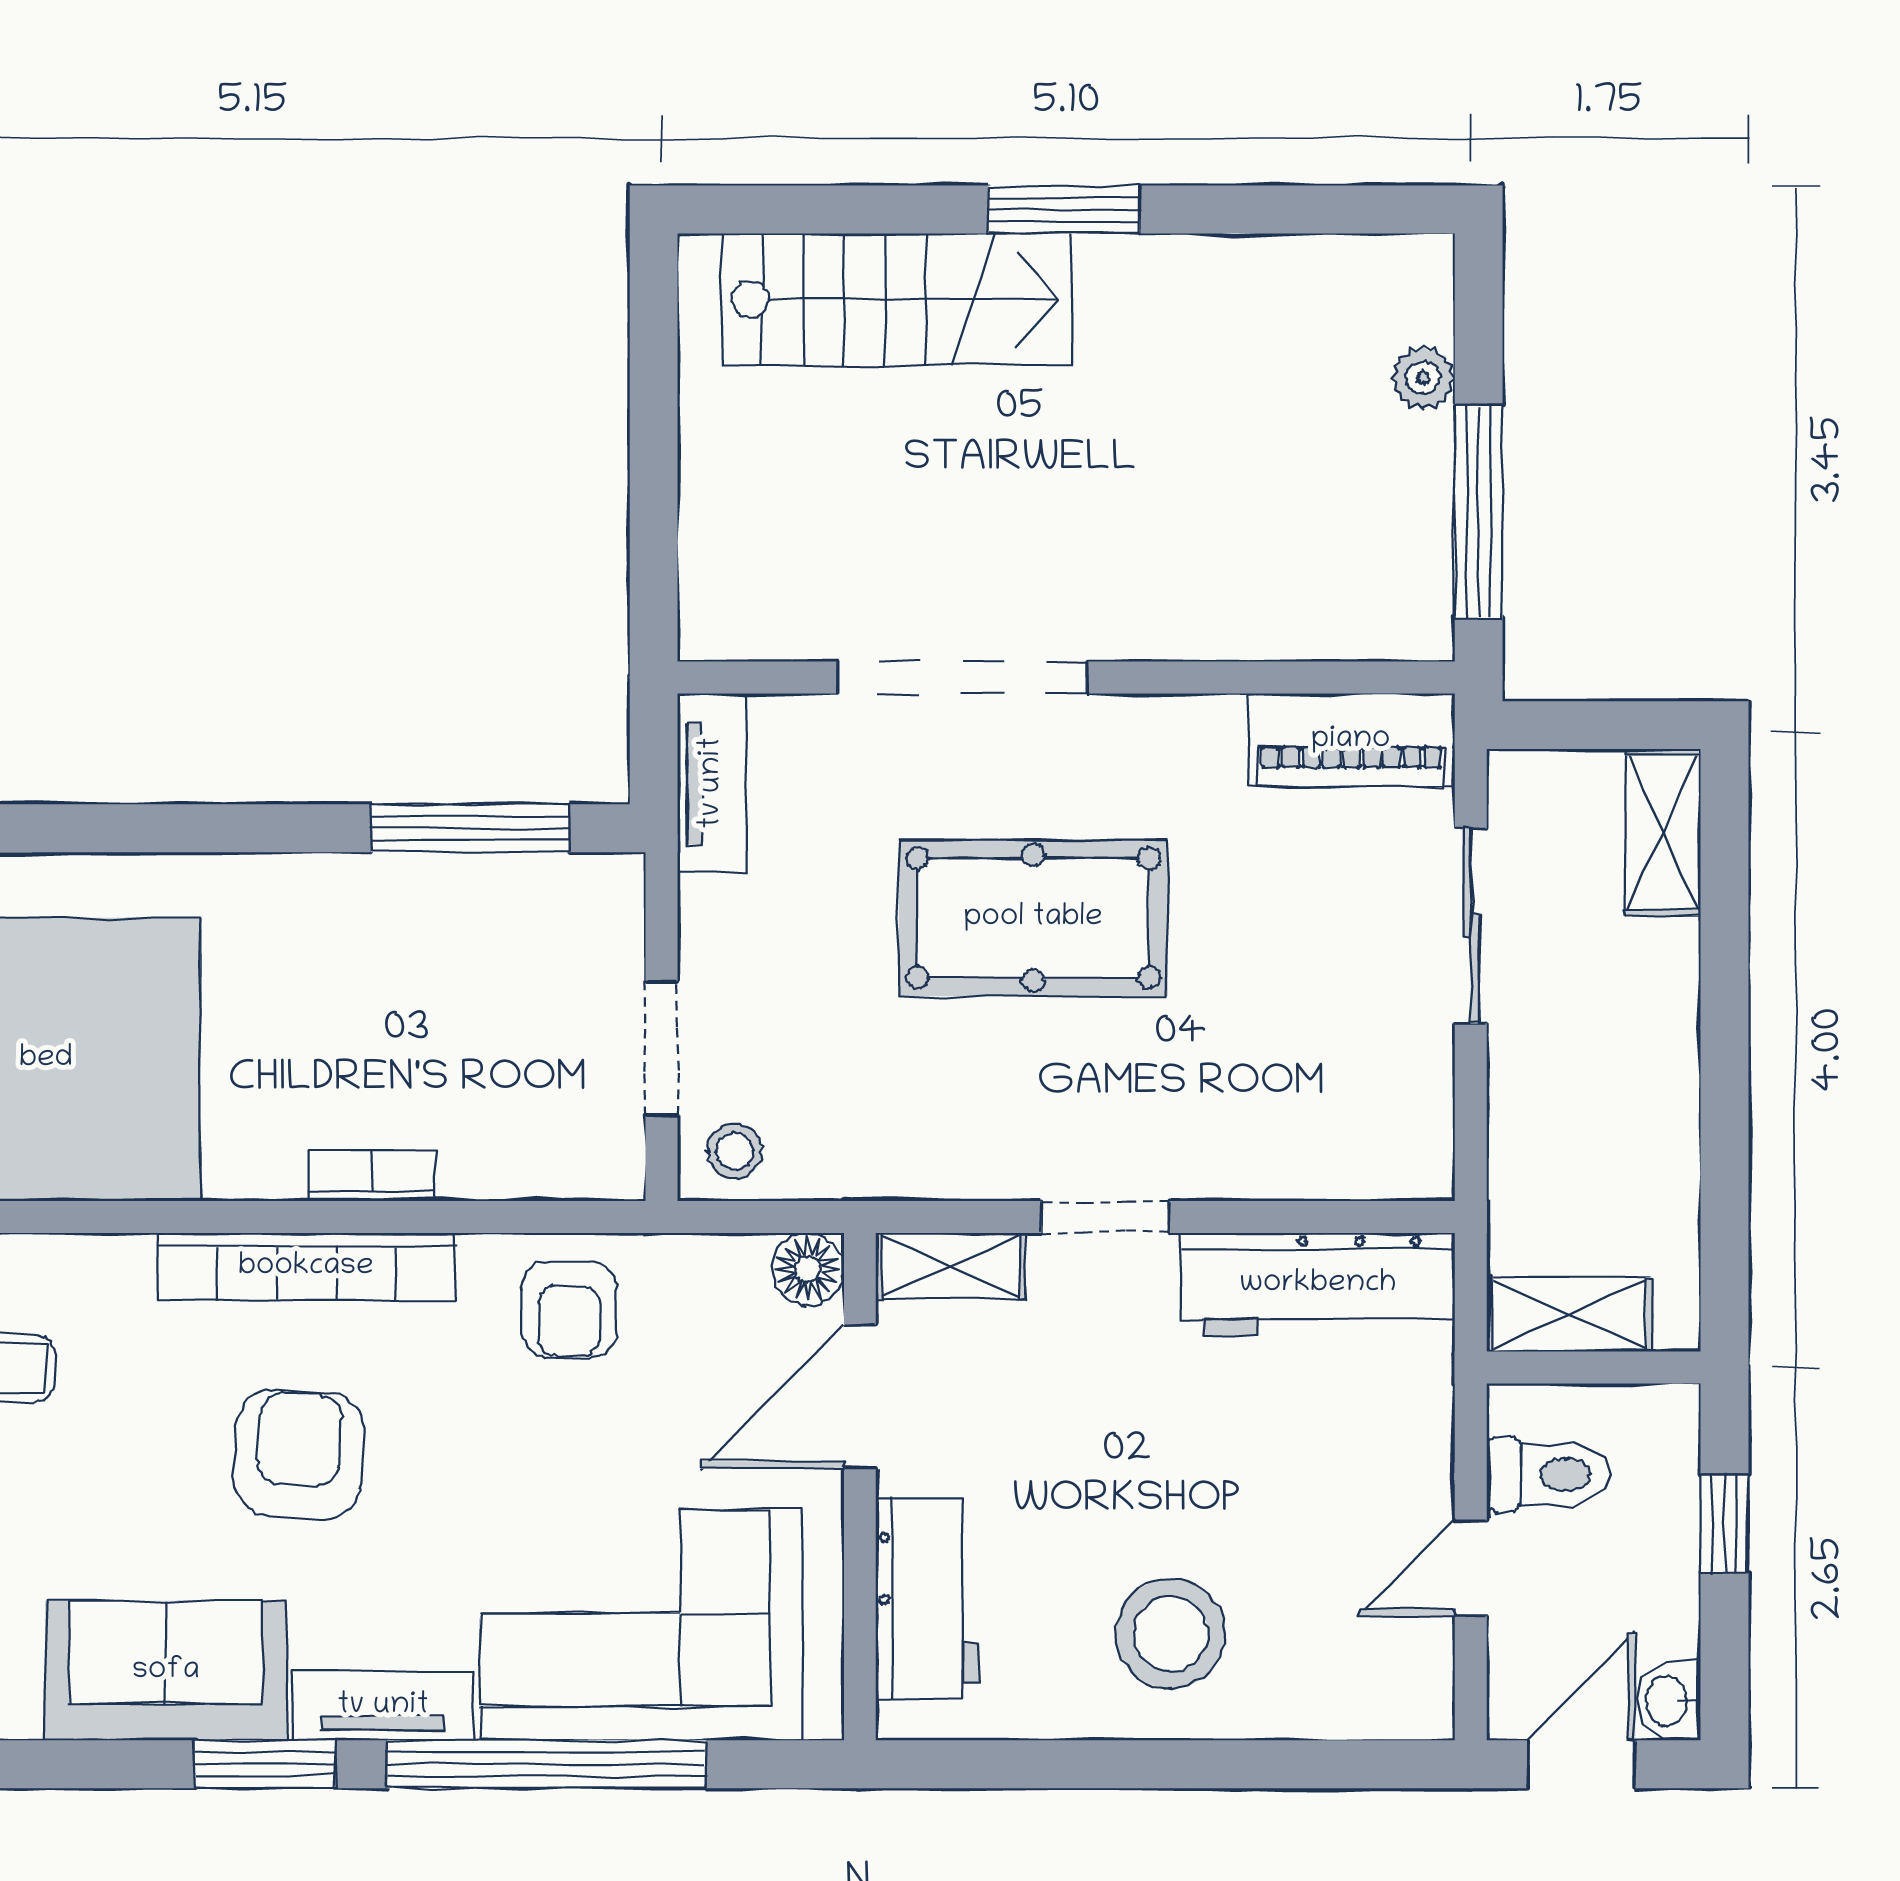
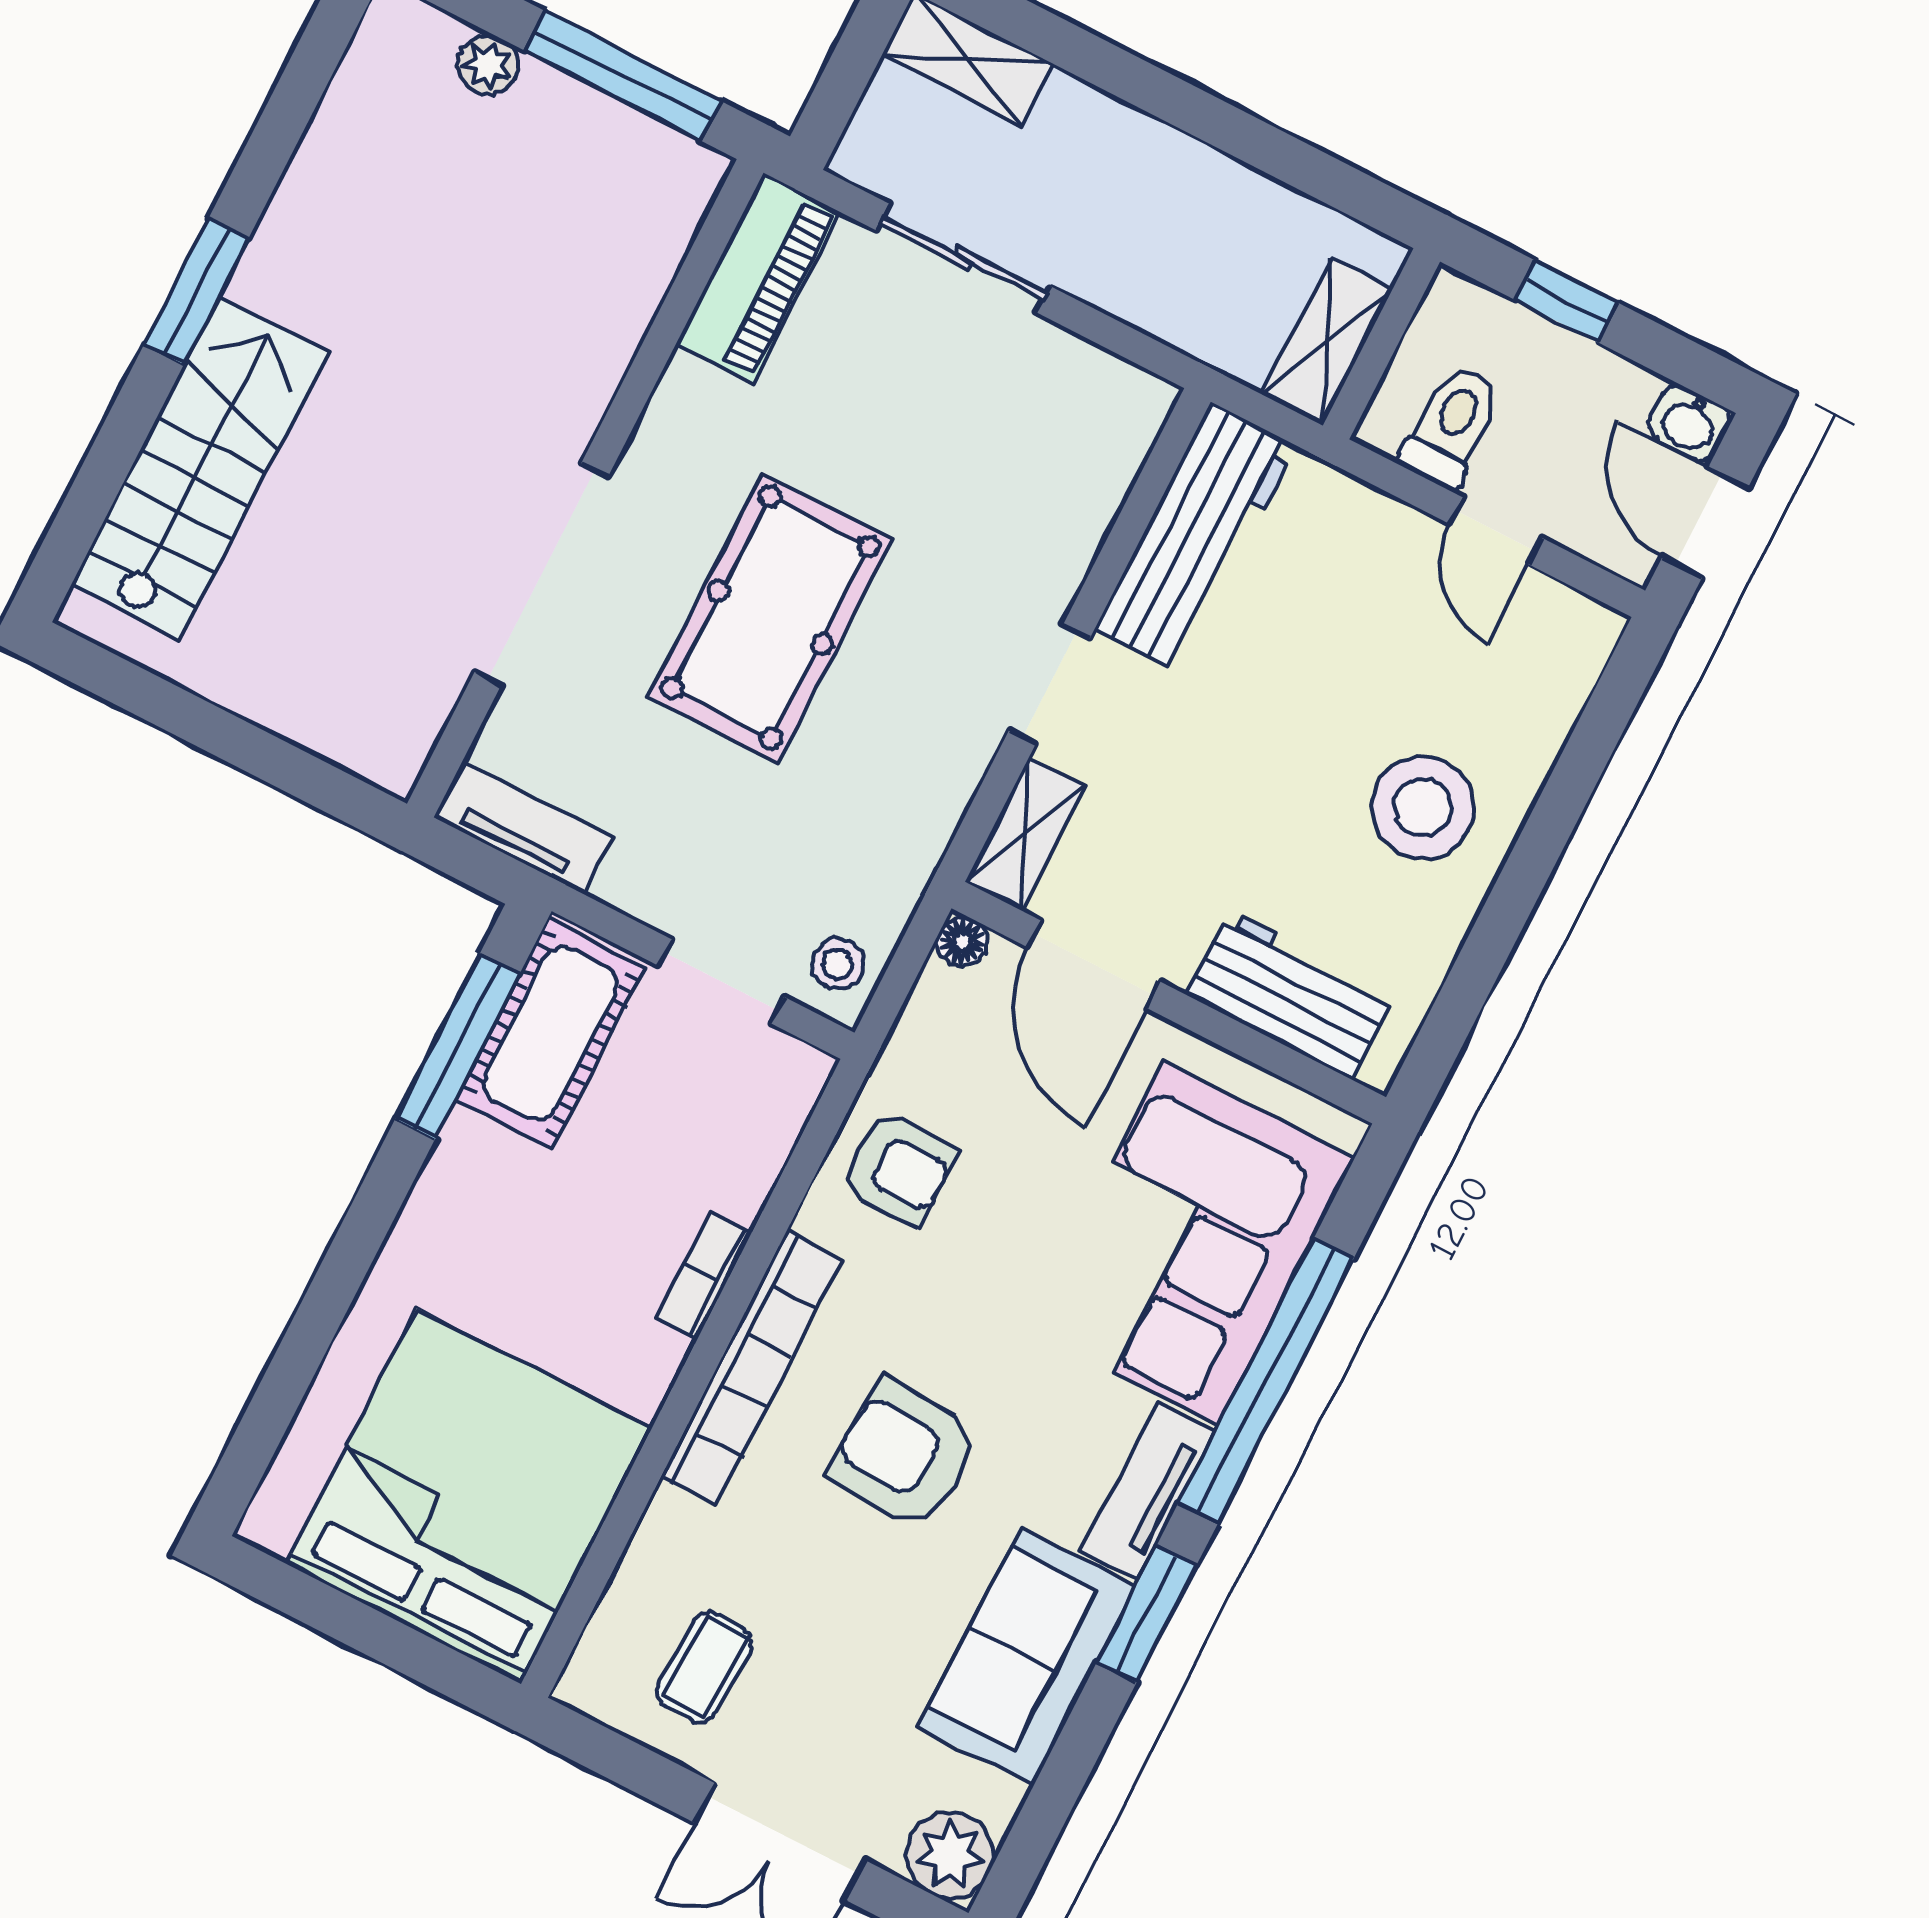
cot: (528, 910) -> (550, 1033), added
floor lamp: (808, 1269) -> (962, 941), width x0.73, depth x0.73

